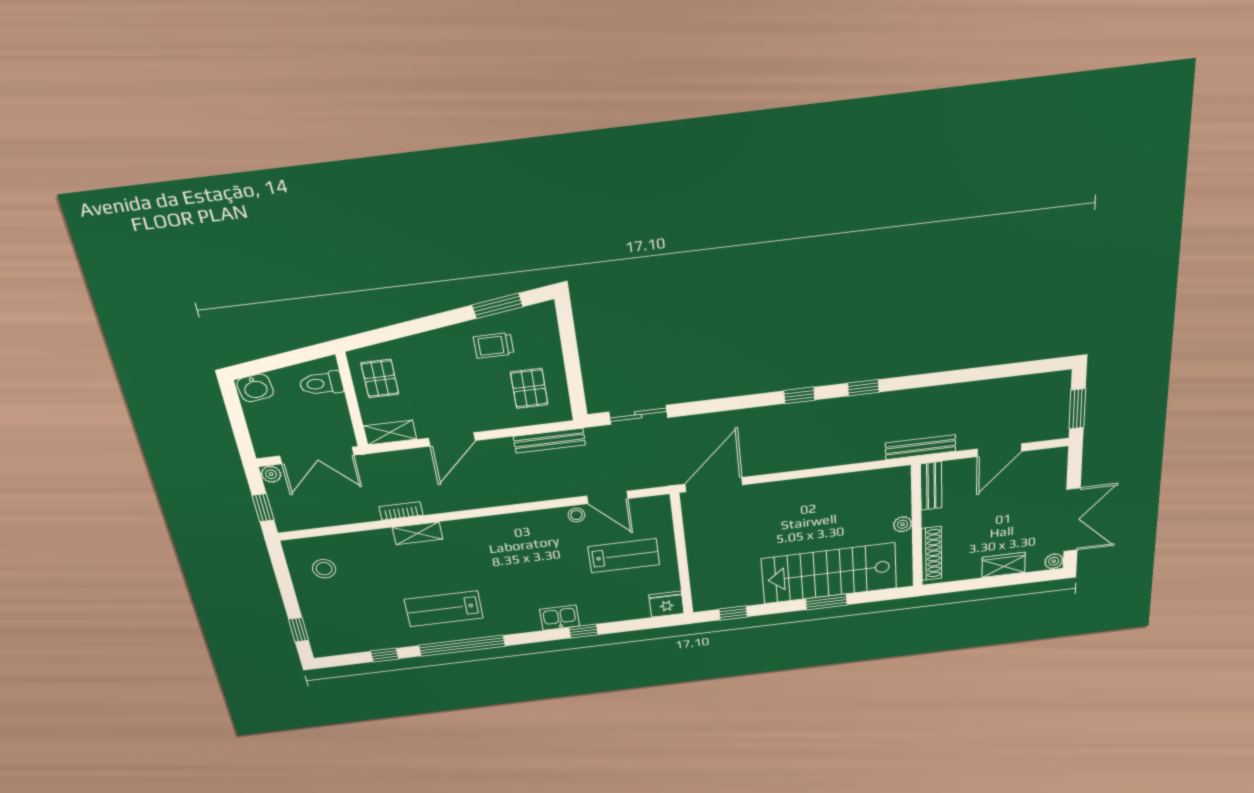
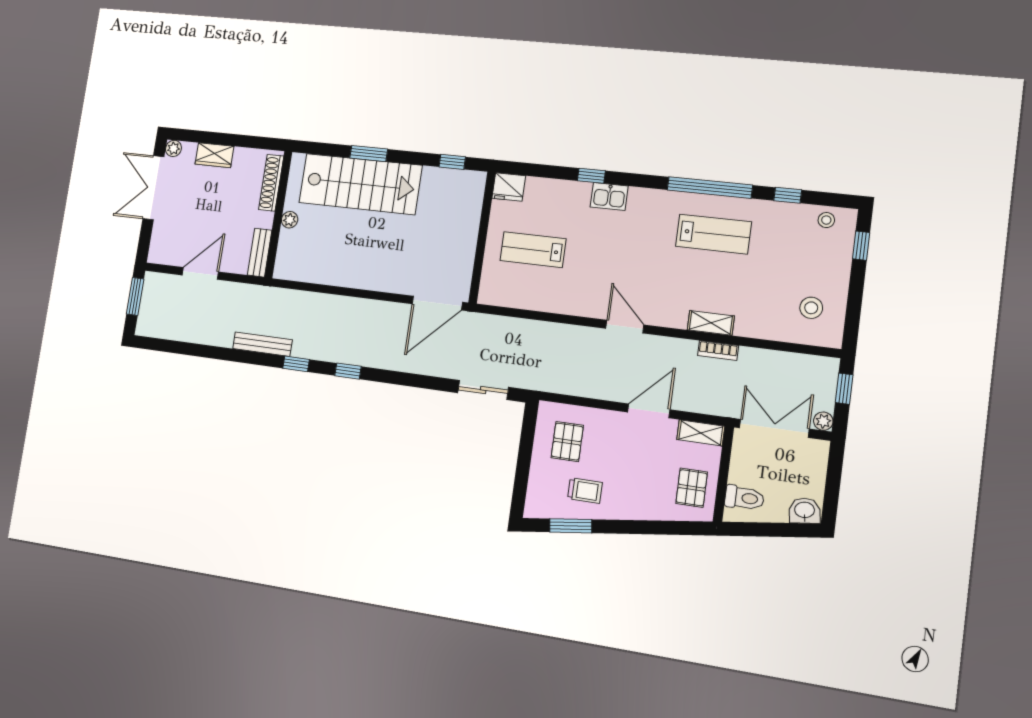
bench: (549, 441) -> (565, 386), removed
bench: (921, 447) -> (262, 344), moved
door: (607, 497) -> (625, 327), moved
stool: (576, 515) -> (826, 220), moved

